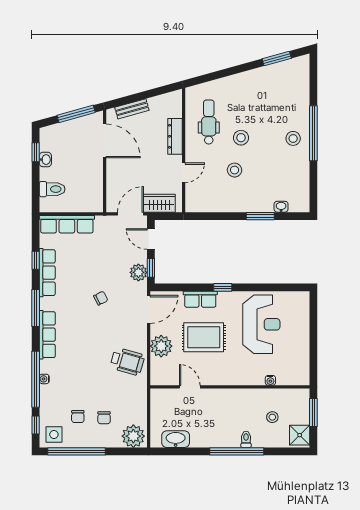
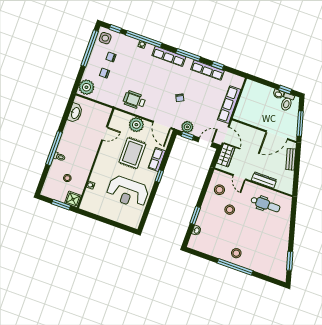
stool: (241, 138) -> (219, 190), moved
toilet: (52, 189) -> (287, 102), moved
row of seats: (67, 224) -> (229, 105), moved
wheelchair: (127, 361) -> (134, 100), turned 74
shower: (300, 435) -> (73, 199), moved

